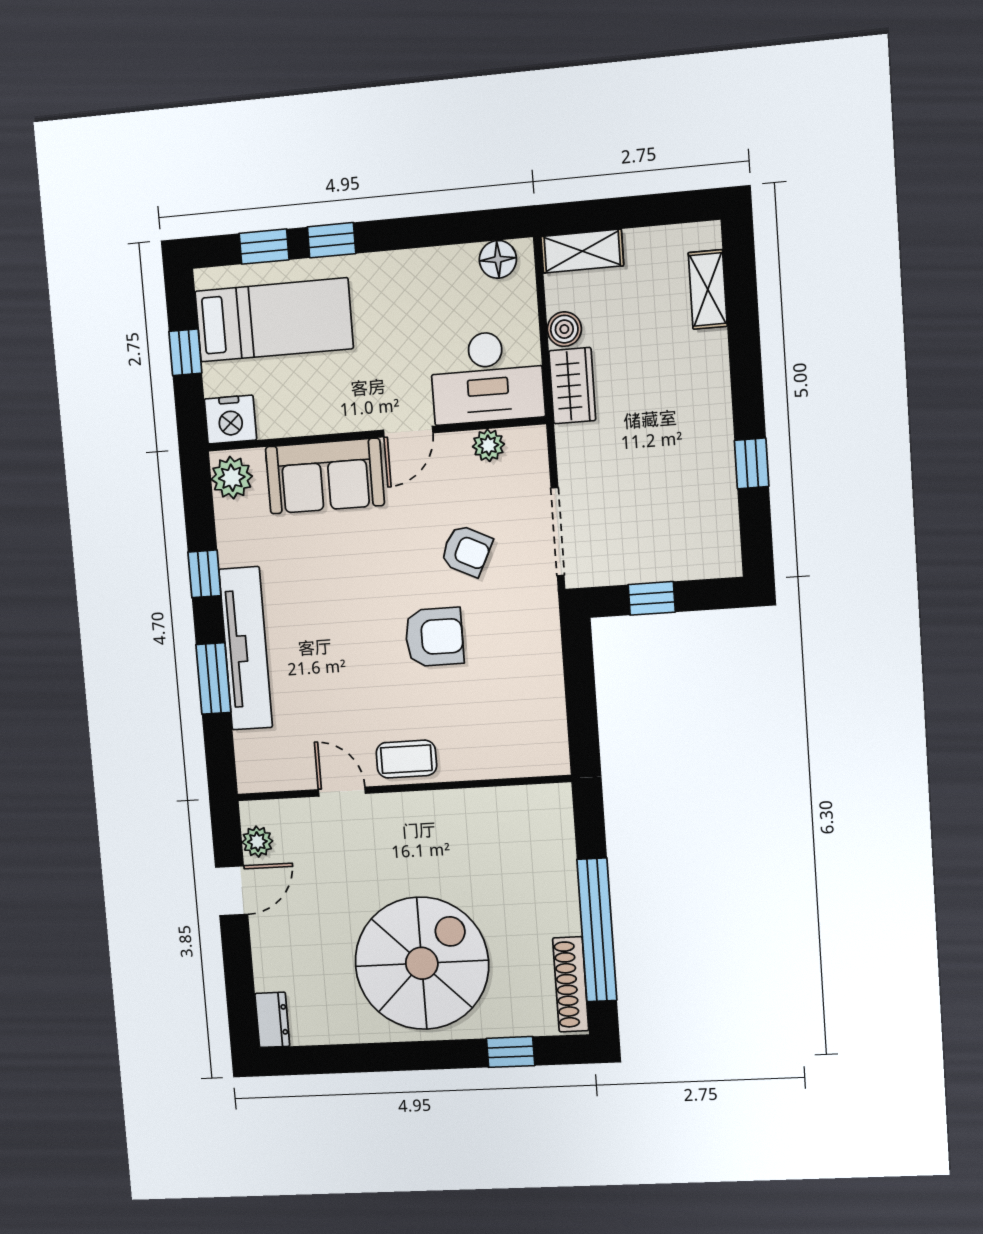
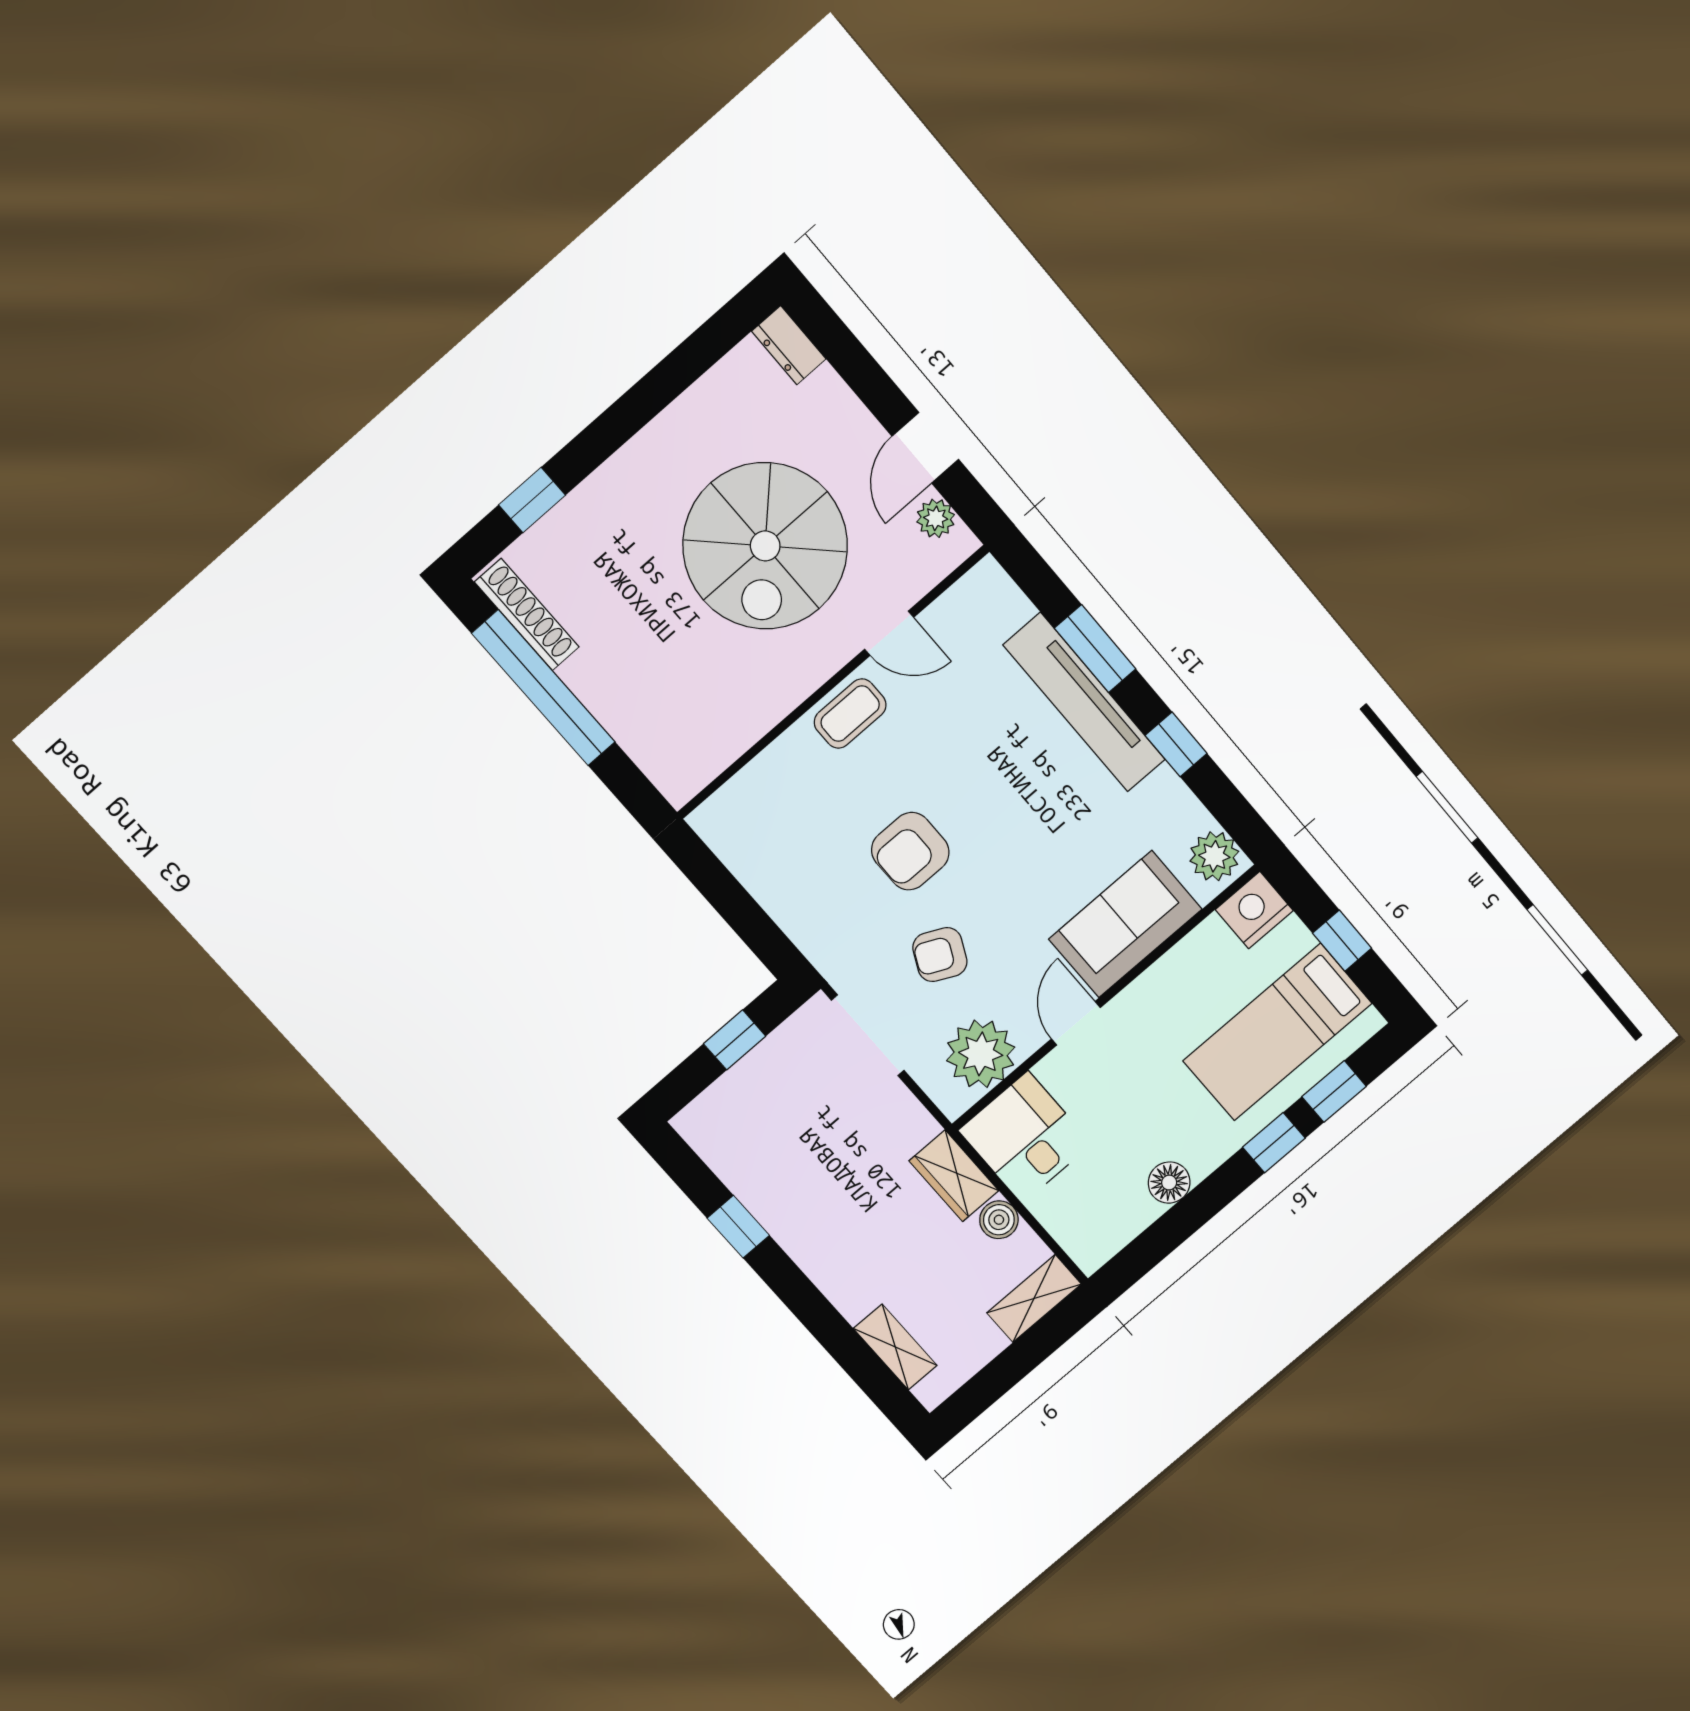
floor lamp: (498, 259) -> (1169, 1183), moved
desk: (487, 377) -> (1025, 1137), width x0.73
plant: (488, 445) -> (981, 1054), width x1.88, depth x1.88
spiral stairs: (422, 963) -> (765, 546), moved

